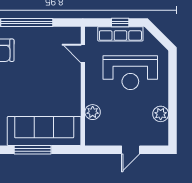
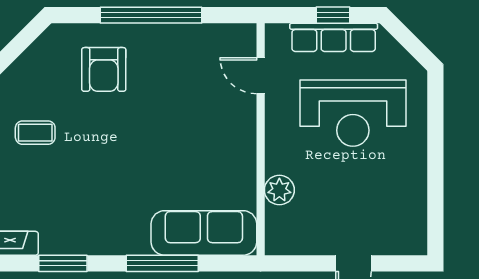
plant: (161, 114) -> (412, 194), removed
sofa: (44, 131) -> (204, 233), width x0.74, depth x0.79

